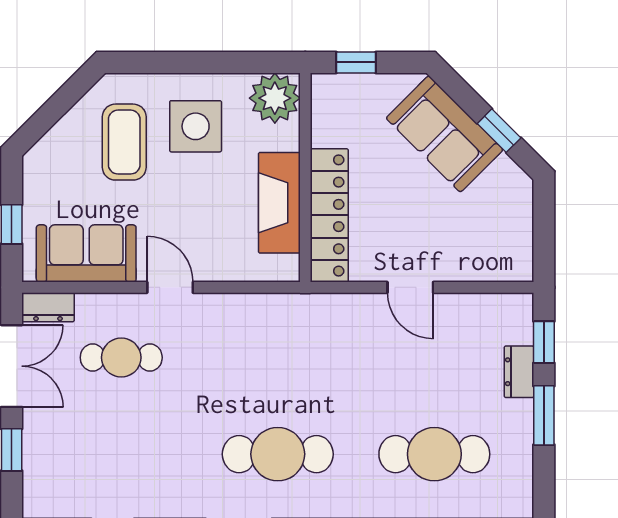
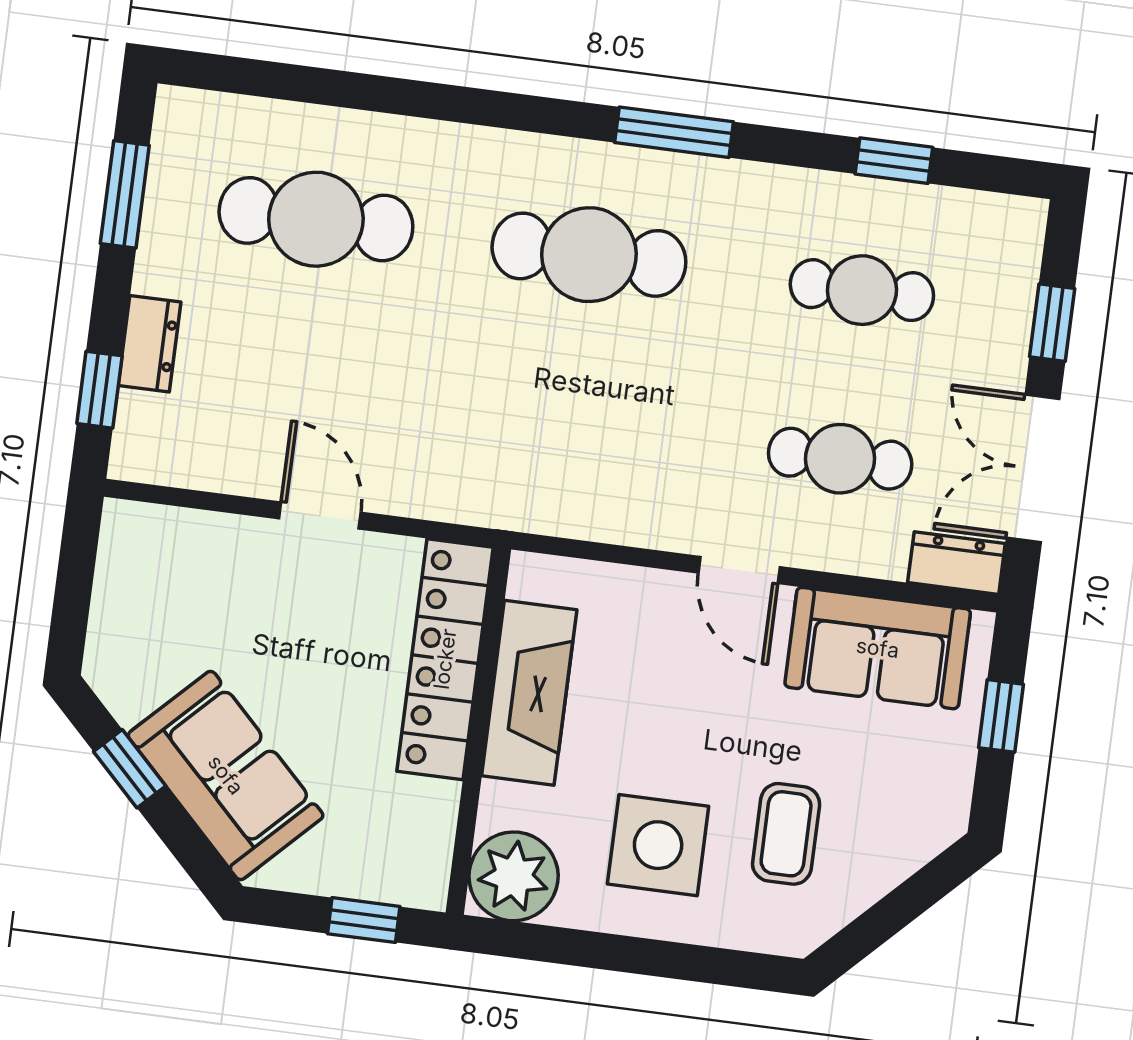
coffee table: (124, 142) -> (786, 834), width x0.73, depth x0.77
window: (544, 415) -> (125, 194), moved
cafe table: (121, 454) -> (862, 290), added

